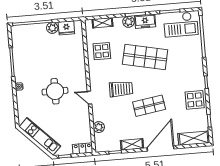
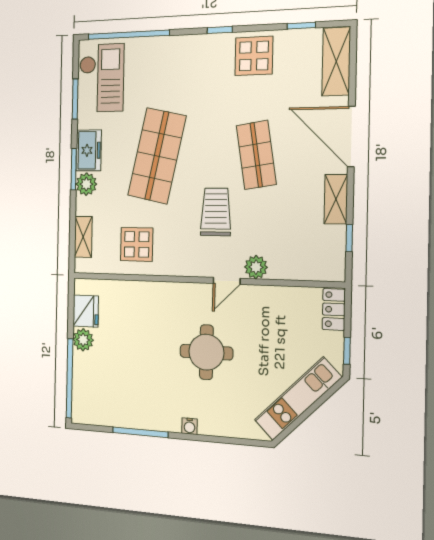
plant: (99, 127) -> (256, 267), moved

